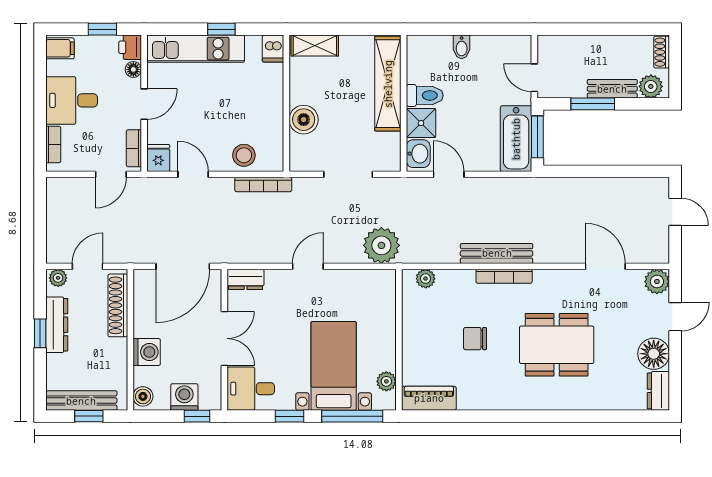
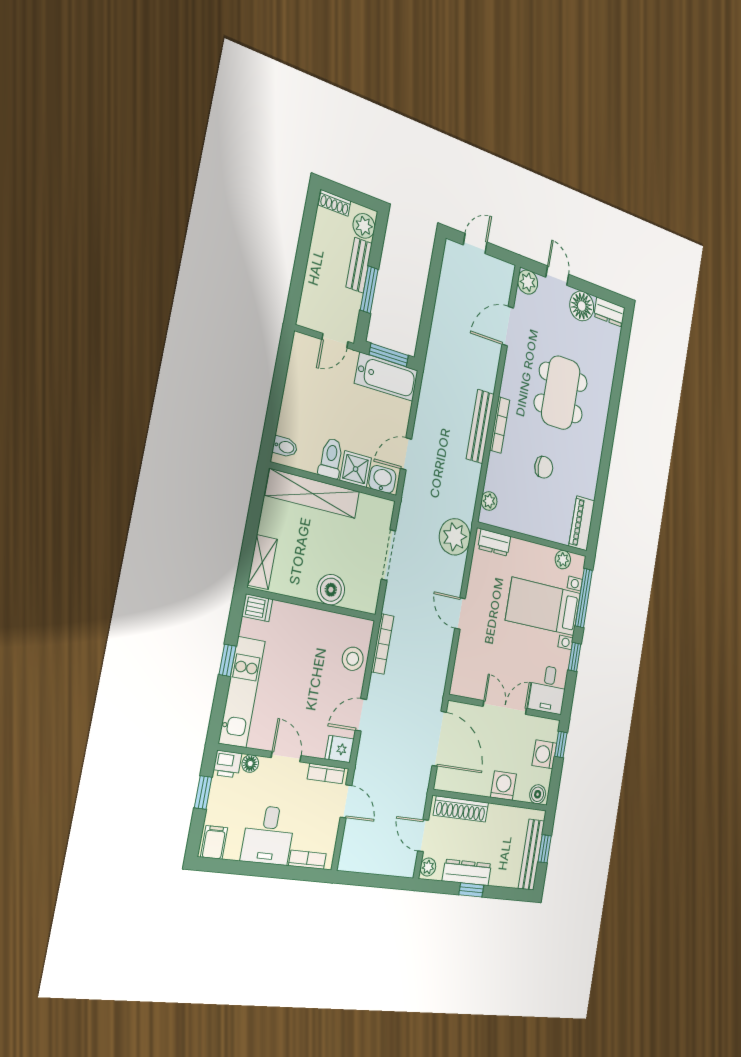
bidet: (462, 47) -> (285, 447), moved
dresser: (246, 279) -> (494, 542), moved, turned 90
chair: (475, 339) -> (544, 467), turned -90

